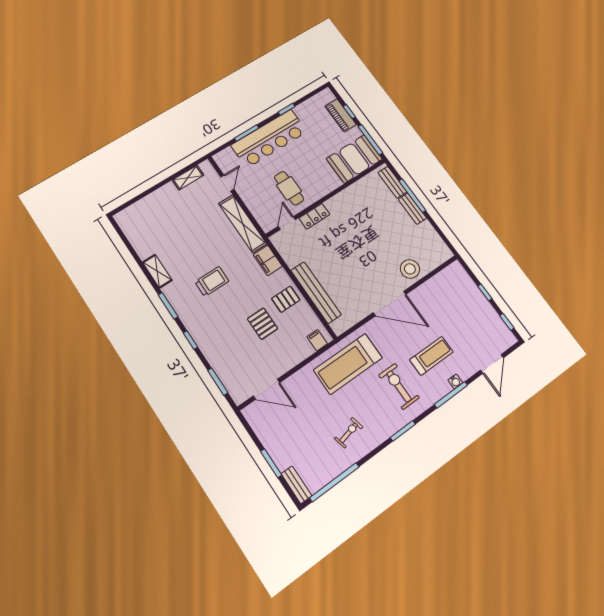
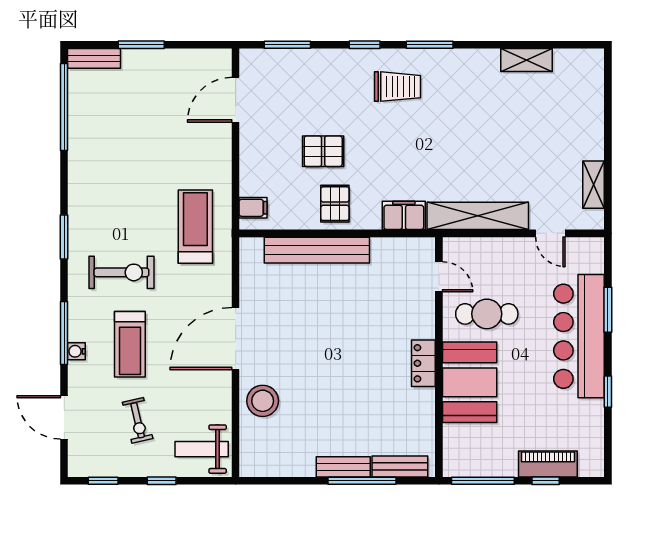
booth: (354, 159) -> (470, 382), moved
locker: (314, 216) -> (423, 363), moved
shelving: (157, 271) -> (527, 60), moved
trolley: (212, 281) -> (397, 87), moved, turned -90
weight bench: (455, 283) -> (202, 449), added
treadmill: (348, 364) -> (195, 227), width x0.73, depth x0.73
exercise bike: (349, 433) -> (138, 420), moved

